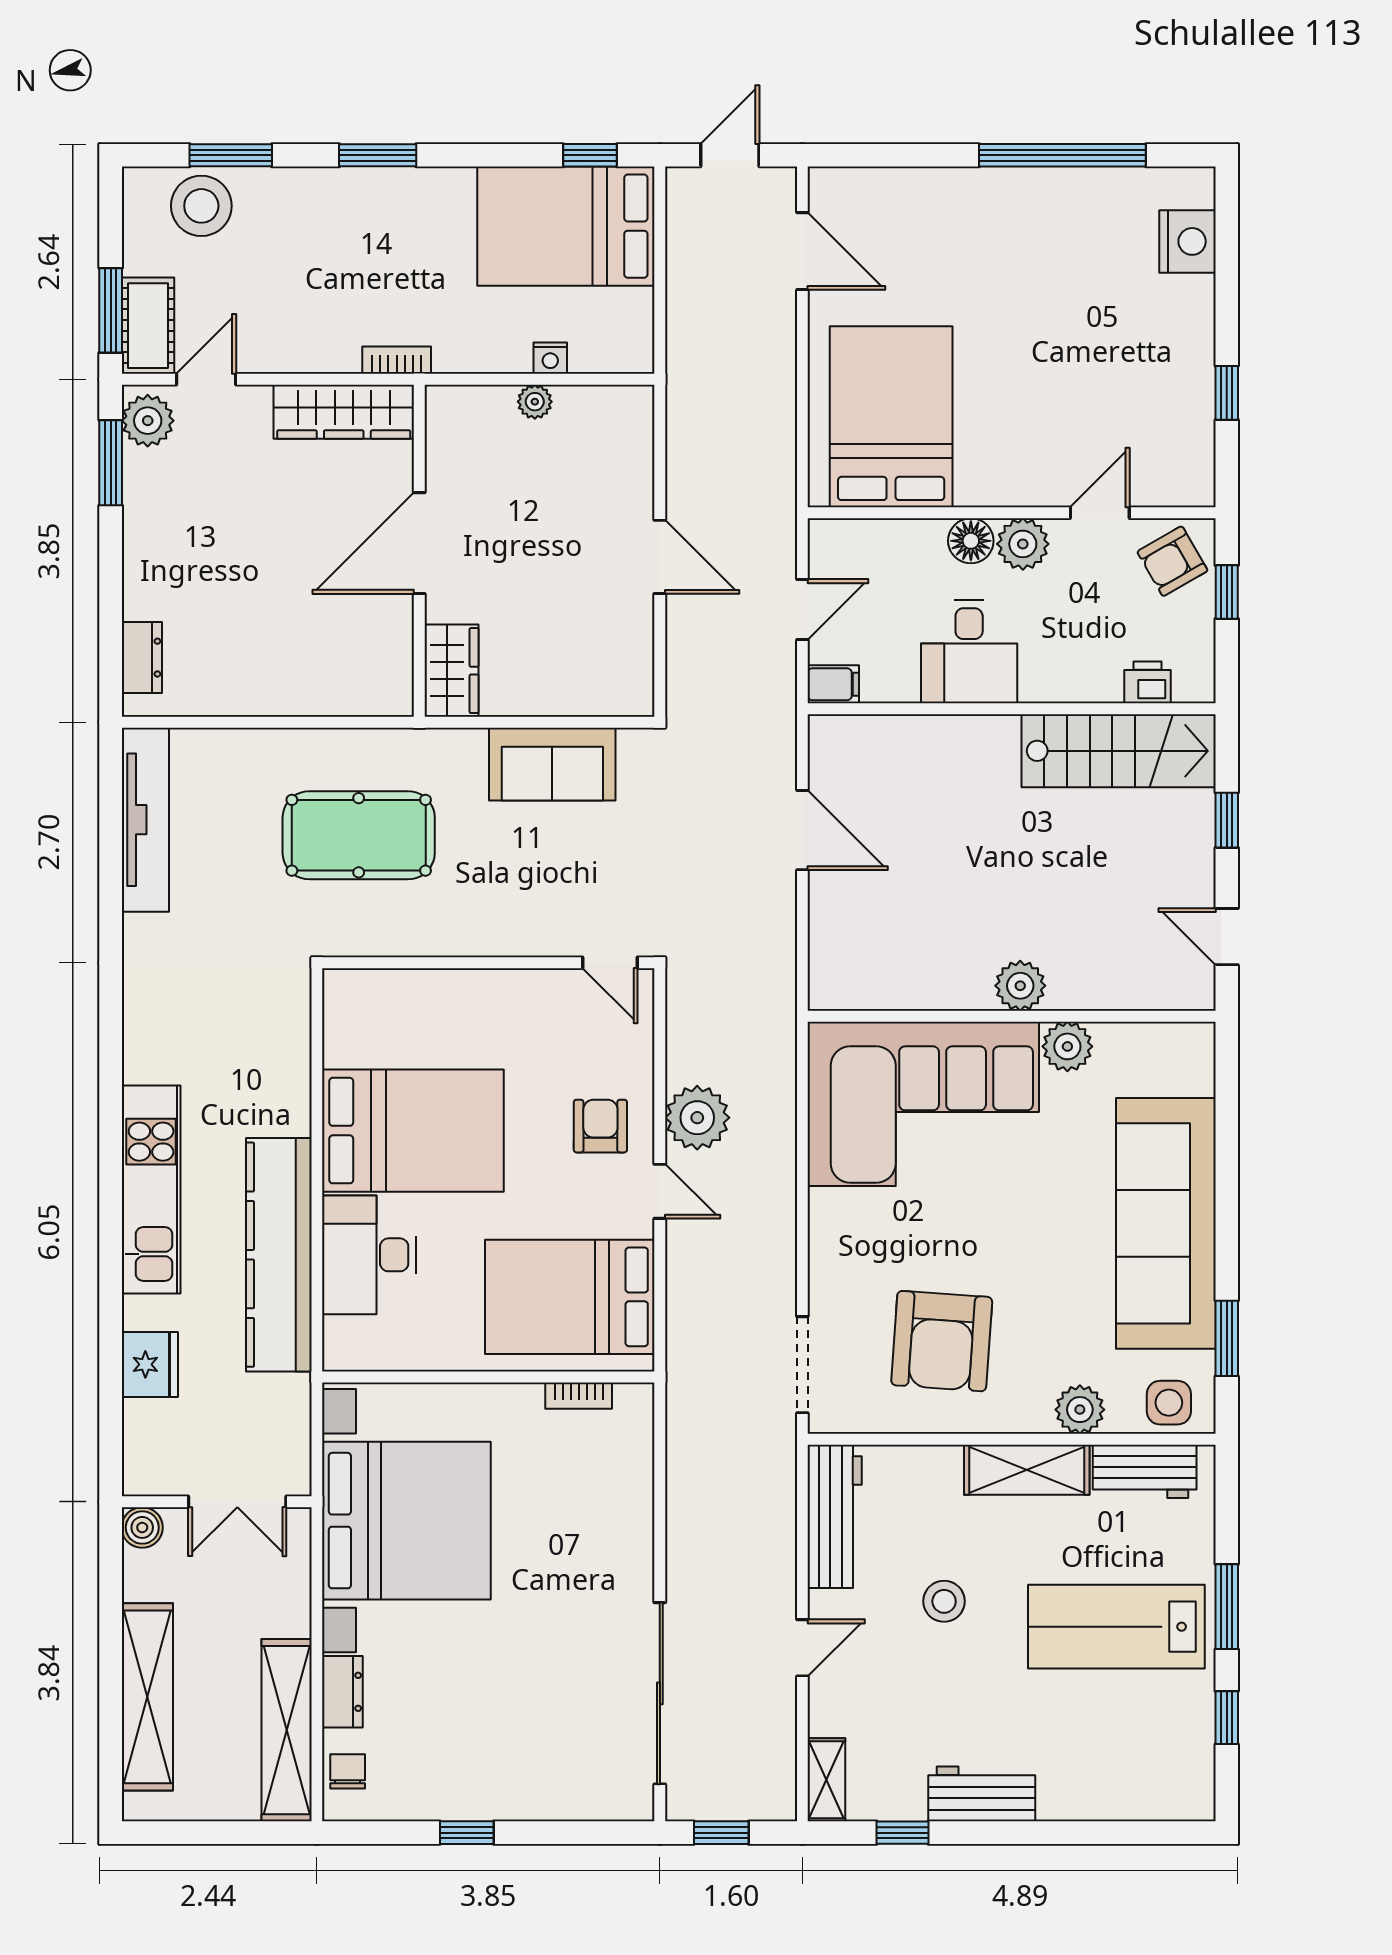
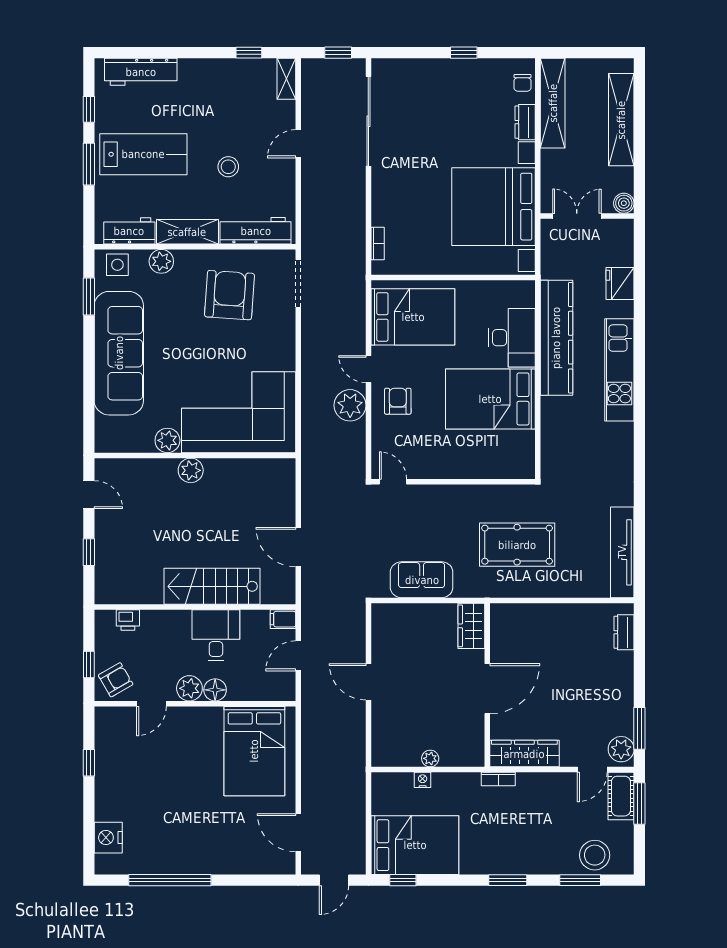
stairs: (1119, 751) -> (212, 586), moved
armchair: (600, 1126) -> (398, 401), turned 180
bookcase: (579, 1396) -> (378, 243), moved, turned 90
workbench: (835, 1516) -> (256, 231), moved, turned 90
workbench: (982, 1794) -> (141, 72), moved, width x1.37

